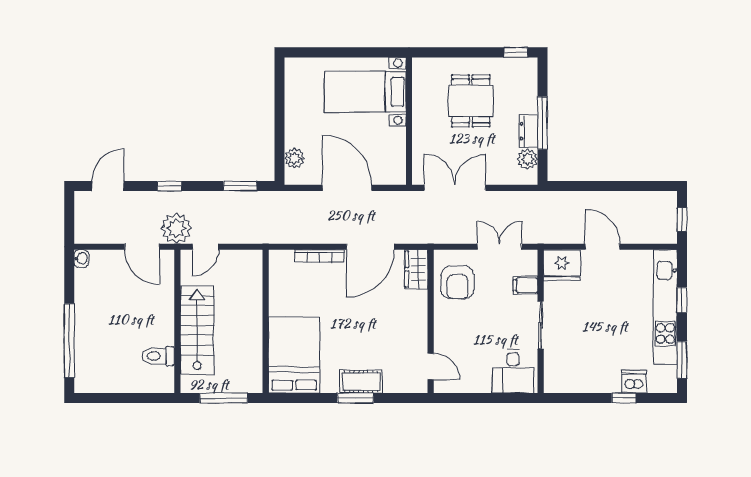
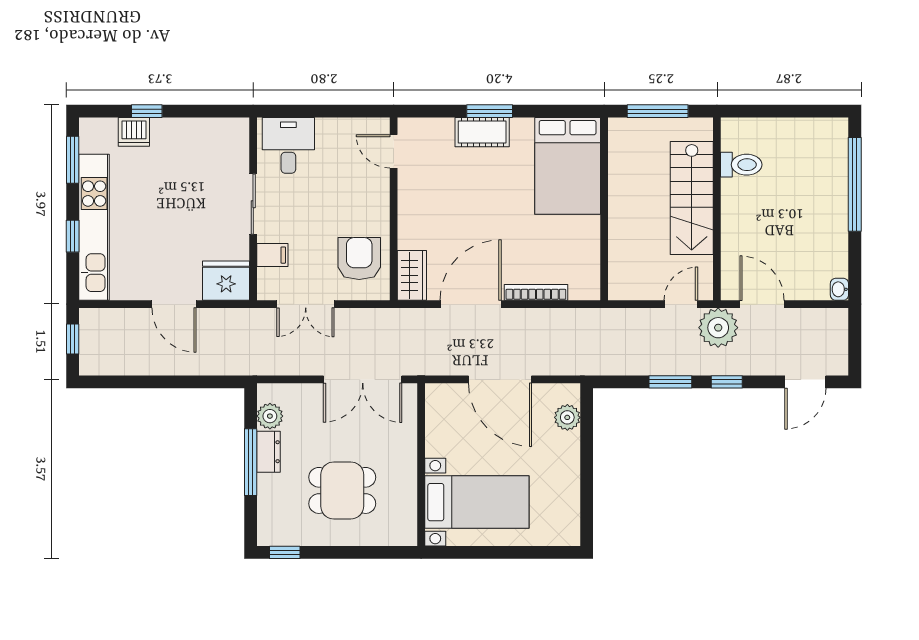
dining table: (471, 101) -> (342, 490), turned 90
window: (240, 186) -> (670, 382), moved

